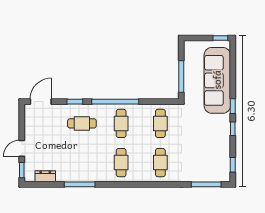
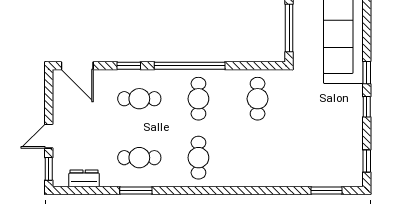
door: (41, 102) -> (77, 66), swing flipped
cafe table: (160, 163) -> (139, 158), moved, turned 90
window: (80, 184) -> (136, 191), width x0.69
window: (206, 184) -> (327, 191), width x0.69

